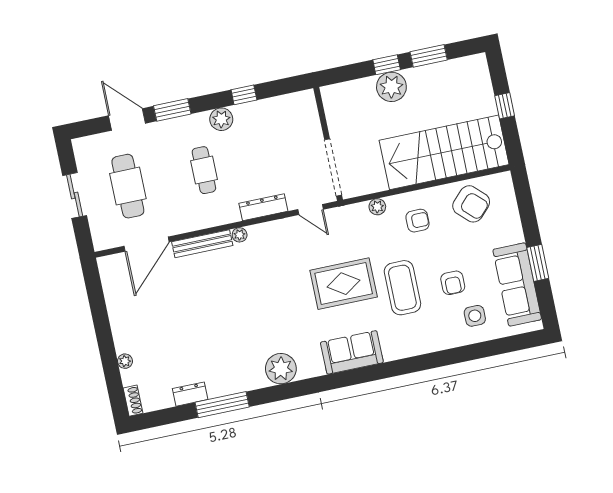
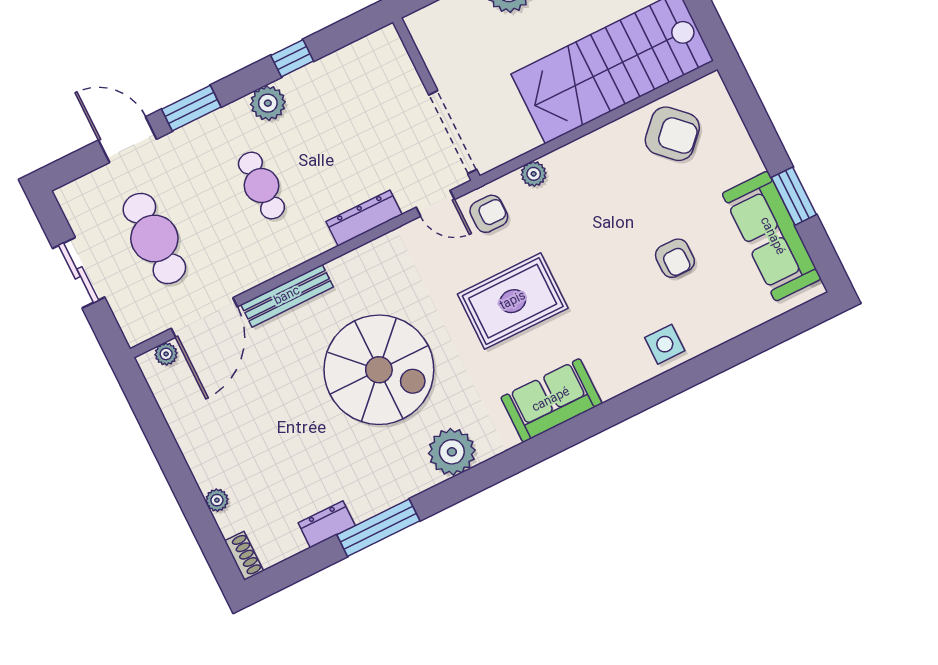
armchair: (417, 221) -> (489, 214), moved
plant: (240, 235) -> (166, 354), moved
coffee table: (402, 288) -> (602, 285), removed
spiral stairs: (248, 305) -> (379, 370), added
side table: (475, 316) -> (665, 344), moved

